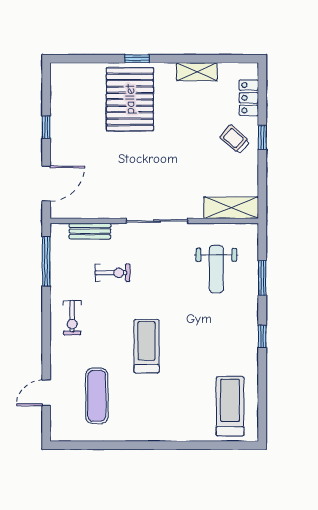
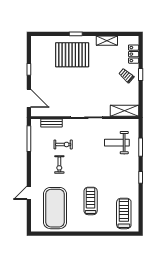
pallet: (130, 99) -> (72, 55), turned 90
door: (46, 184) -> (29, 98), hinge flipped
weight bench: (216, 269) -> (117, 143), turned 90
exercise bike: (72, 318) -> (59, 164), moved
treadmill: (147, 346) -> (91, 201), moved
door: (46, 393) -> (29, 193), moved
exercise mat: (97, 396) -> (55, 208), width x2.00, depth x1.45

